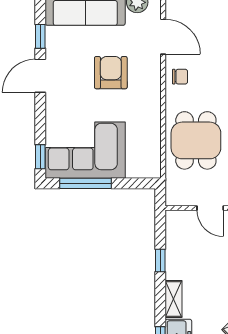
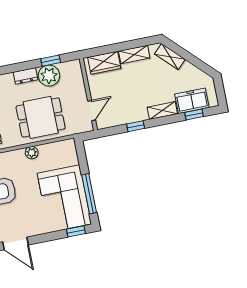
plant: (153, 120) -> (32, 153), added
door: (210, 208) -> (92, 111), moved

